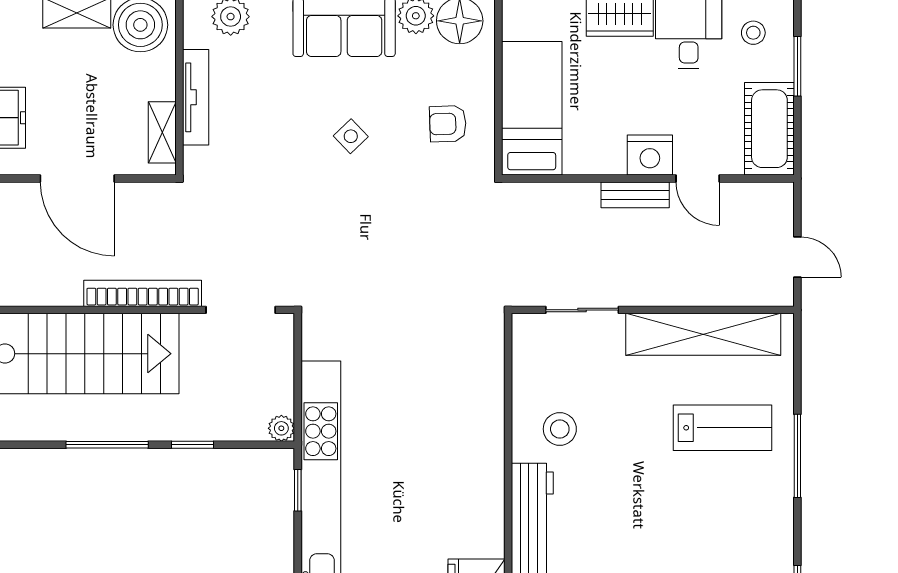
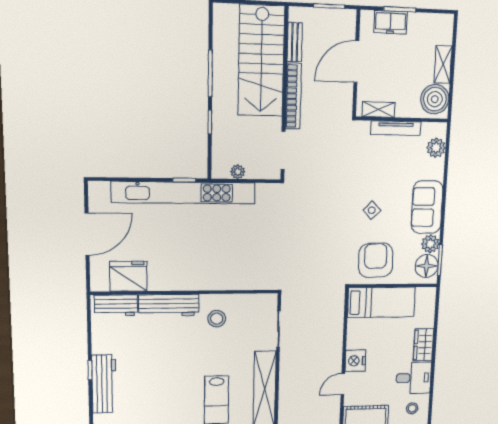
armchair: (448, 124) -> (376, 260), width x1.88, depth x1.88
bench: (635, 195) -> (295, 42), moved
plant: (281, 428) -> (238, 172), moved

